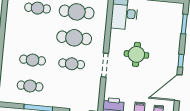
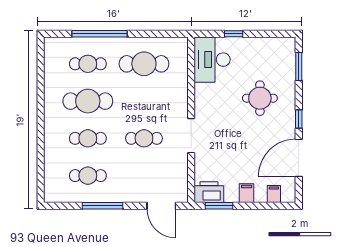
cafe table: (74, 38) -> (88, 101), moved
round table: (136, 54) -> (260, 98), moved

